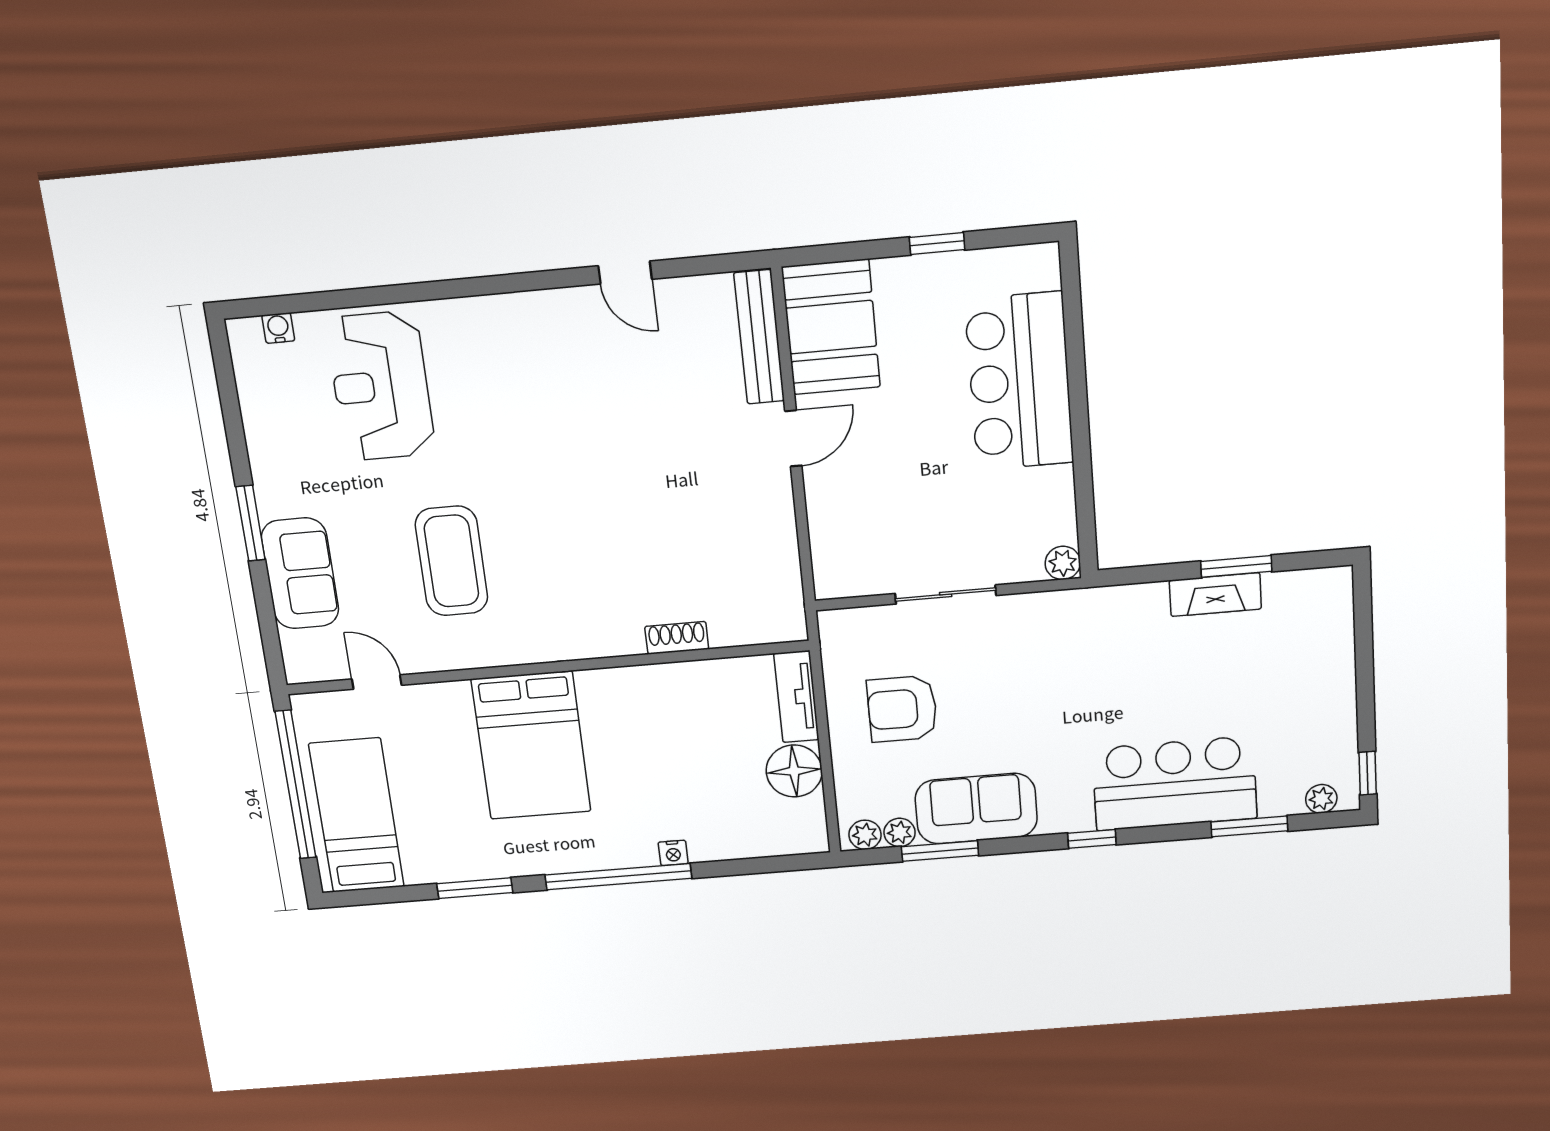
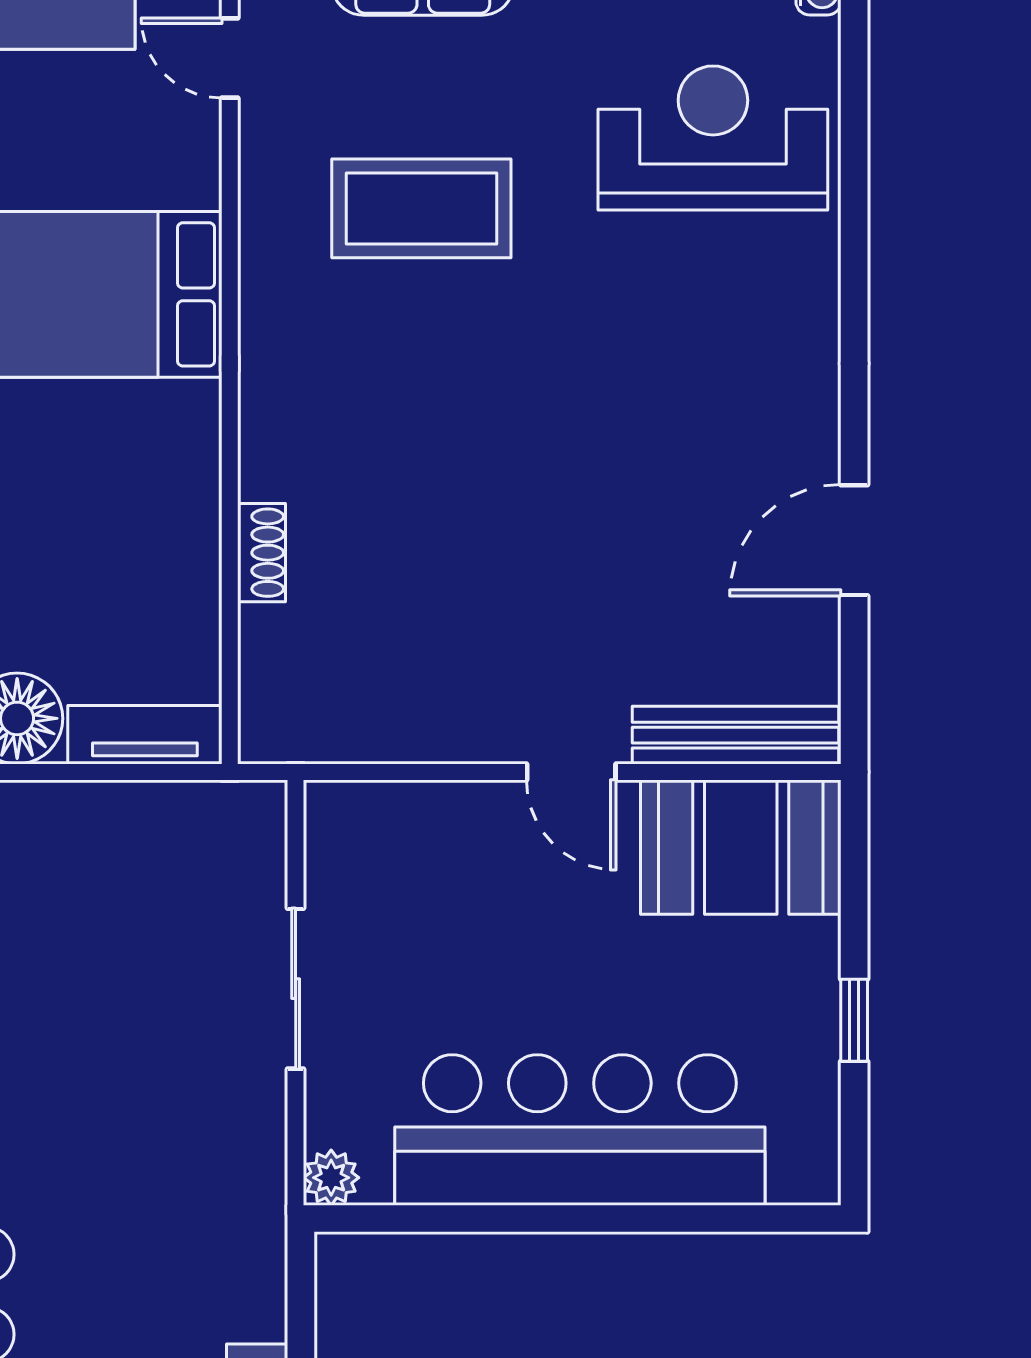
door: (625, 273) -> (854, 540), width x1.38
bar counter: (1019, 382) -> (580, 1130), width x1.36
door: (377, 682) -> (230, 58), swing flipped
armchair: (902, 709) -> (109, 903), removed

